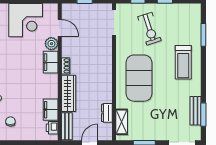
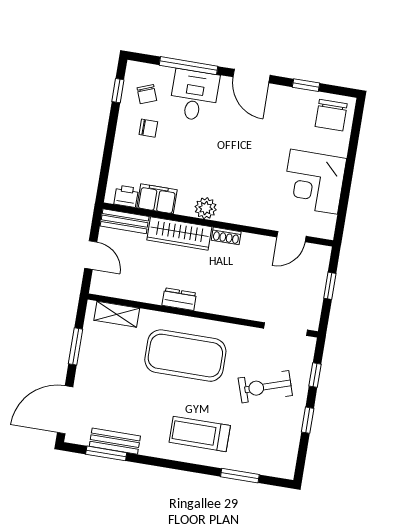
plant: (51, 44) -> (206, 208), moved
filing cabinet: (51, 62) -> (237, 212), removed
dresser: (107, 113) -> (179, 299), moved

